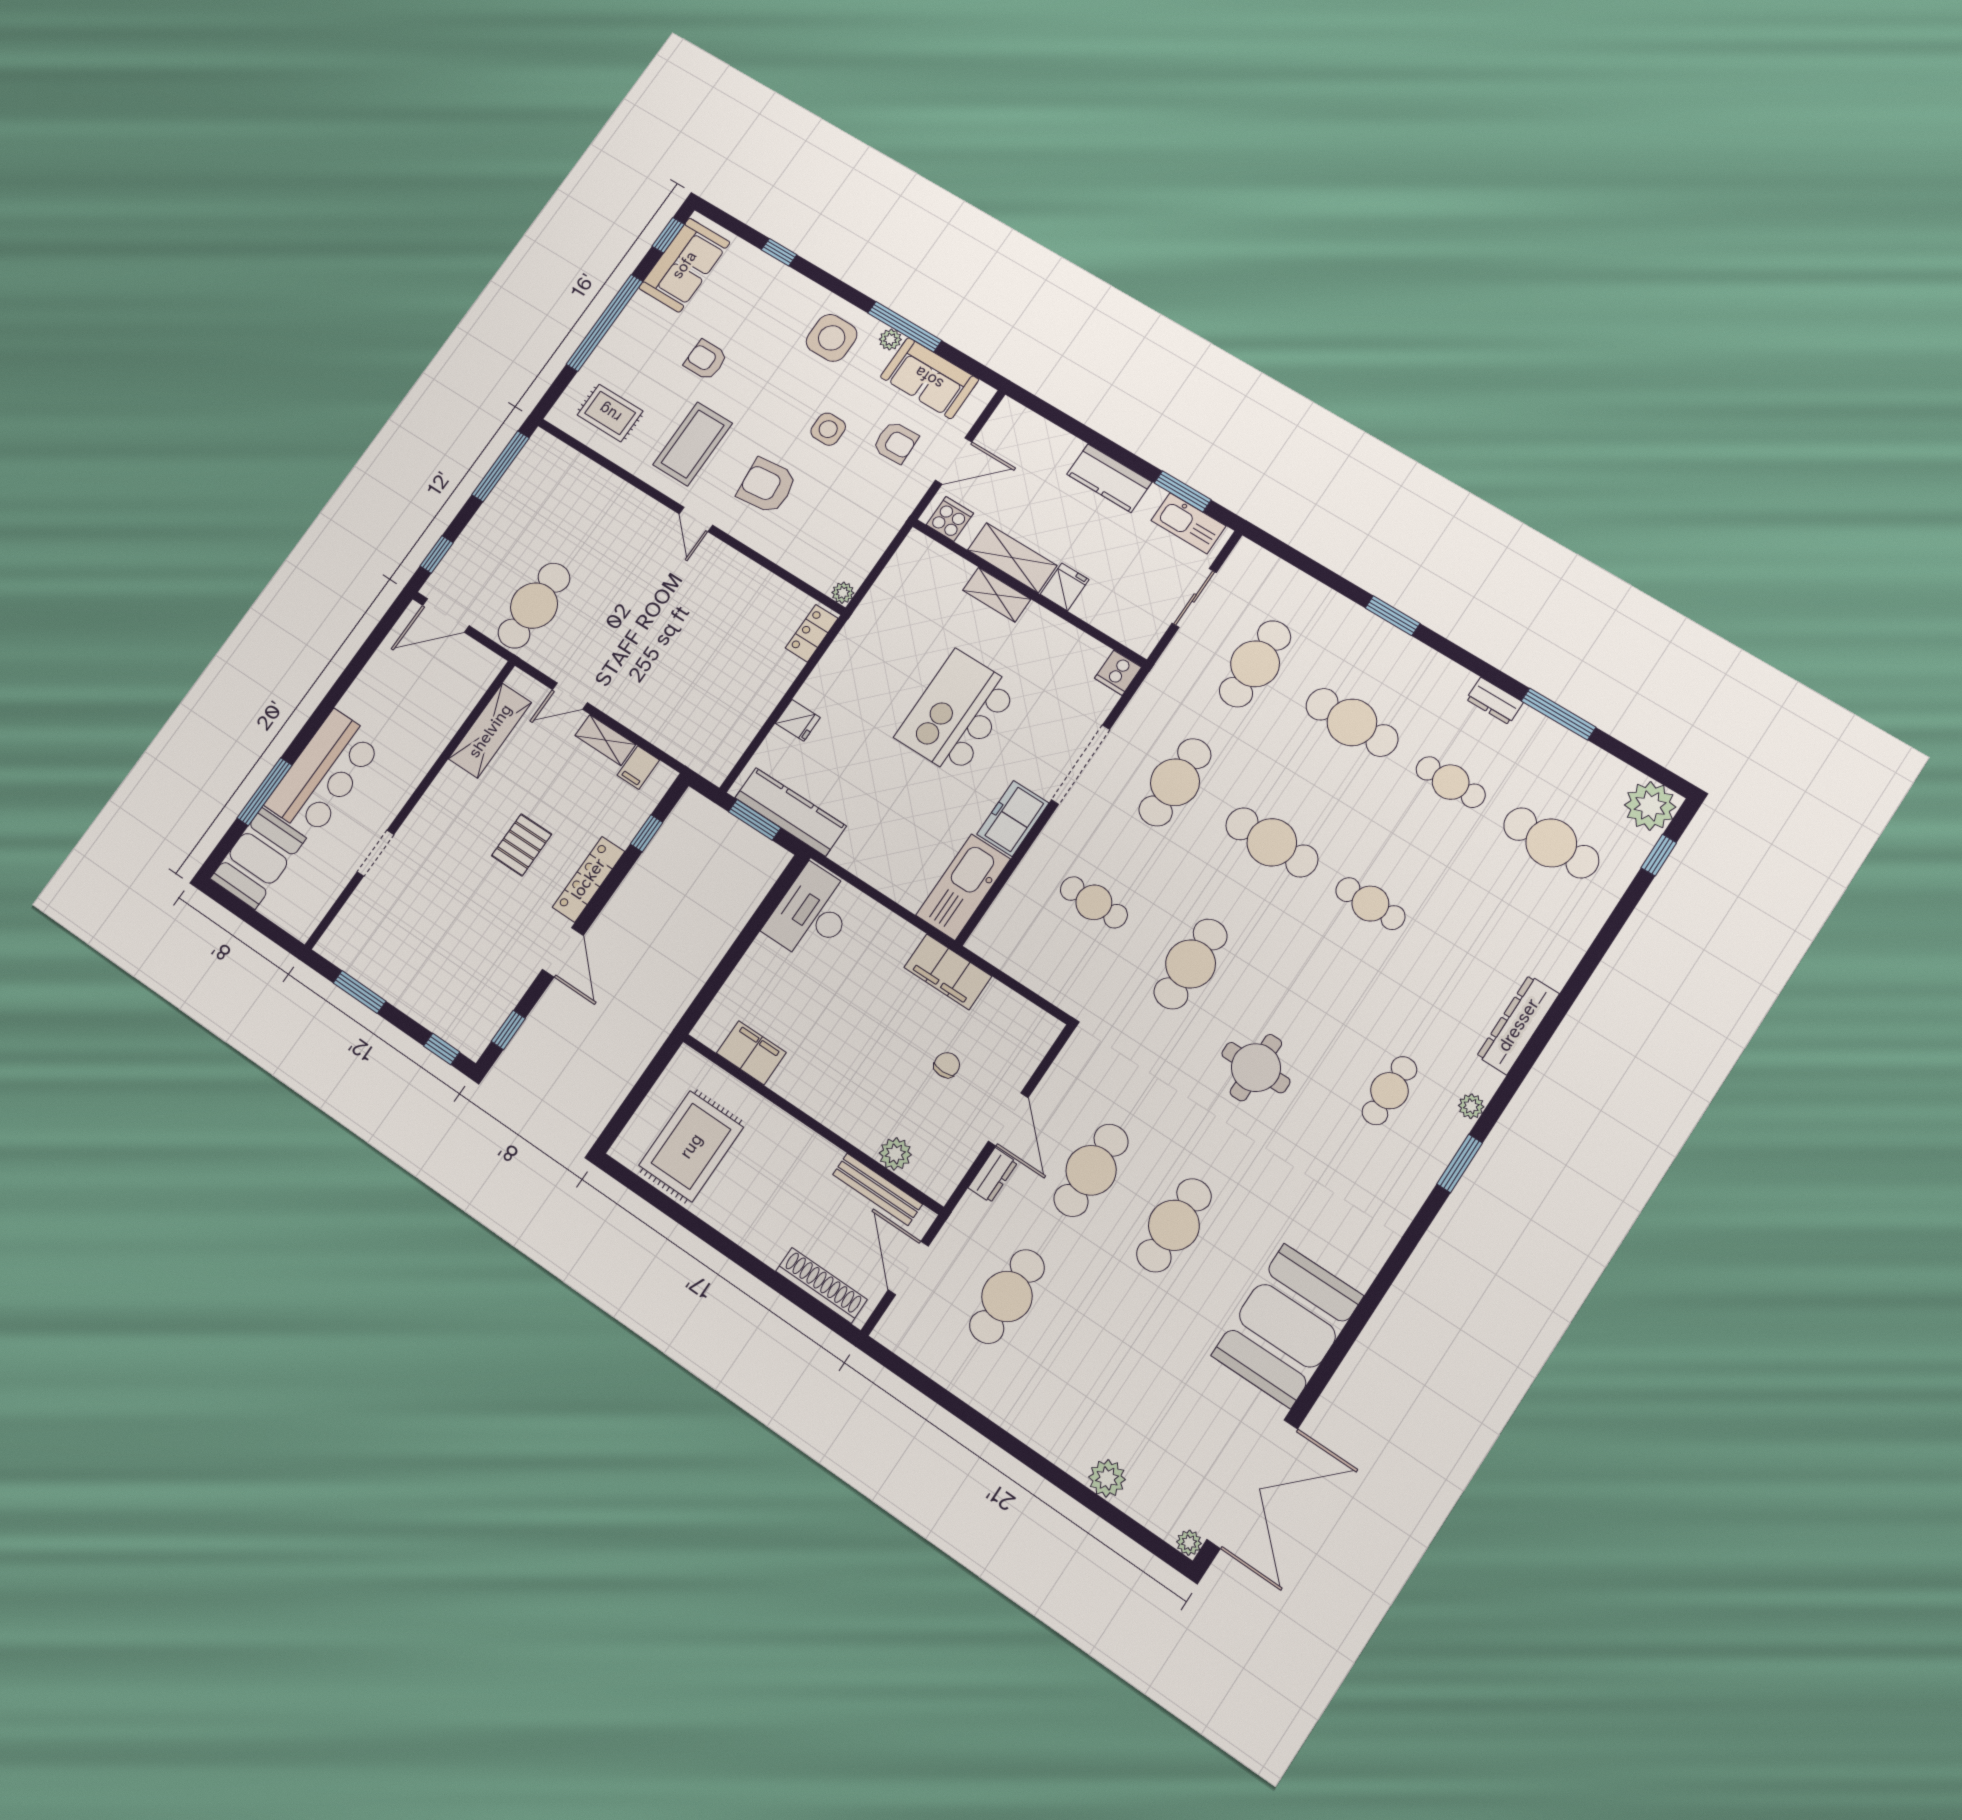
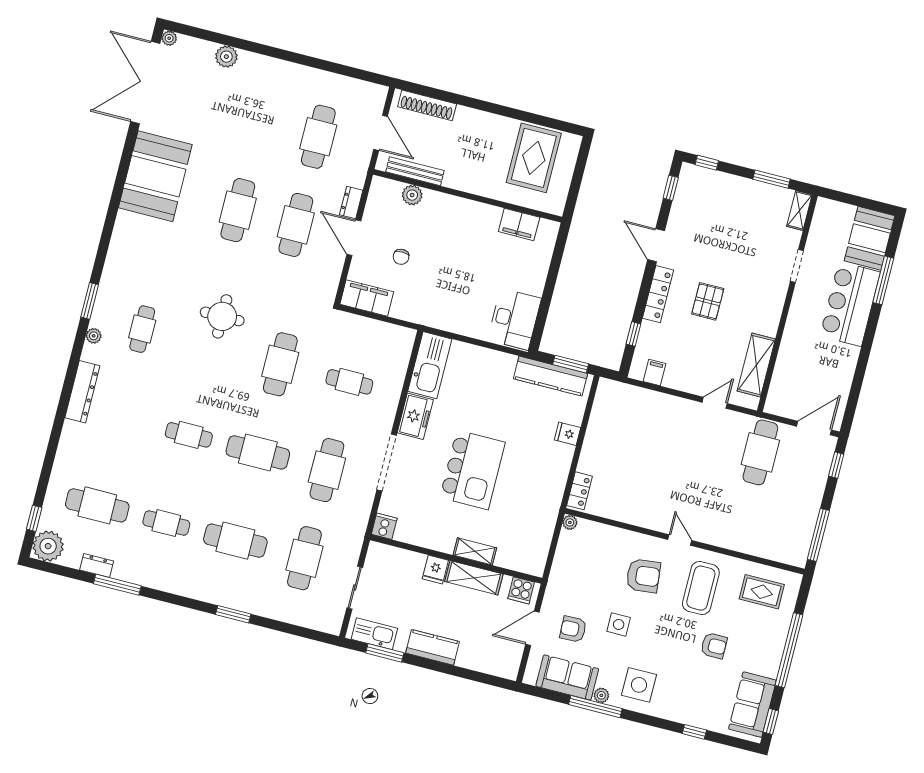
dresser: (1495, 701) -> (97, 566), moved
shelving: (605, 740) -> (799, 210), moved, turned 90
filing cabinet: (948, 972) -> (367, 298), moved

